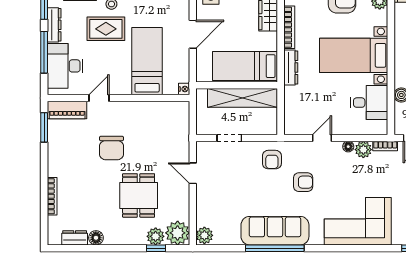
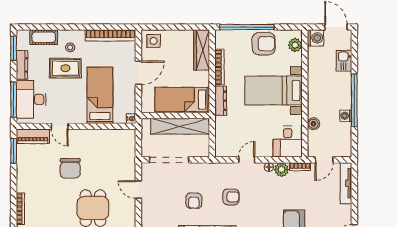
window: (44, 52) -> (14, 100), moved
door: (99, 98) -> (60, 126), swing flipped
desk: (369, 103) -> (288, 142), moved, turned 90
doorway: (229, 138) -> (169, 160), width x1.88
armchair: (272, 160) -> (194, 201), moved

